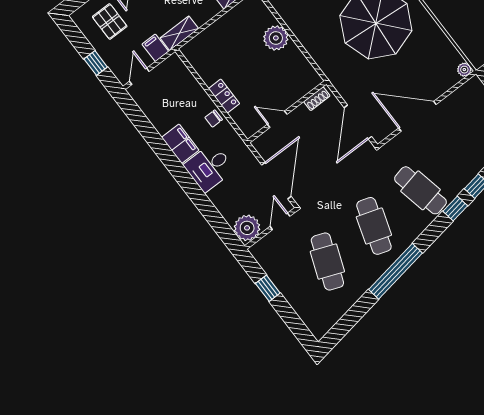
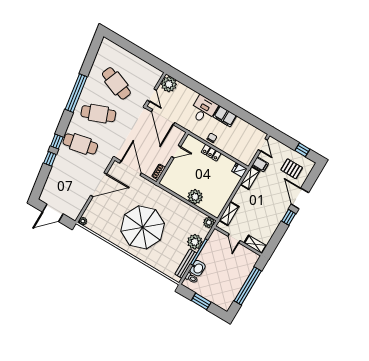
fridge: (191, 52) -> (239, 170), added
window: (96, 63) -> (302, 150), moved
cafe table: (374, 226) -> (98, 114), turned -39
window: (268, 288) -> (144, 55), removed

